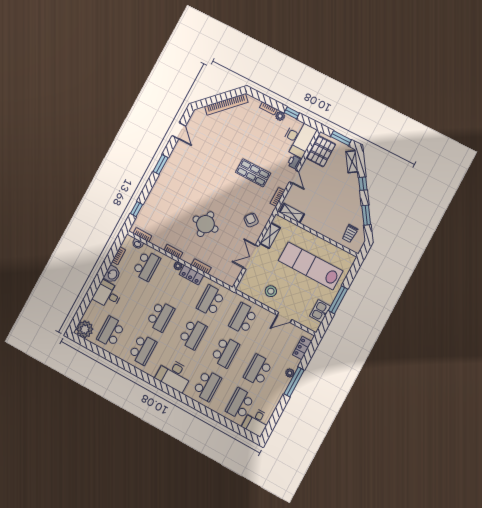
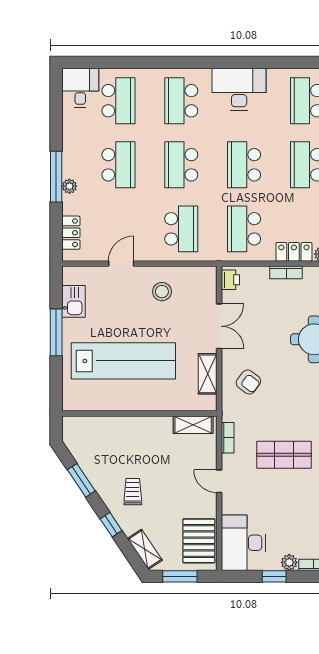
printer: (294, 162) -> (230, 280), moved
trolley: (350, 234) -> (133, 492), moved
school desk: (211, 301) -> (244, 229), turned 180

